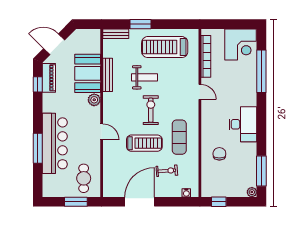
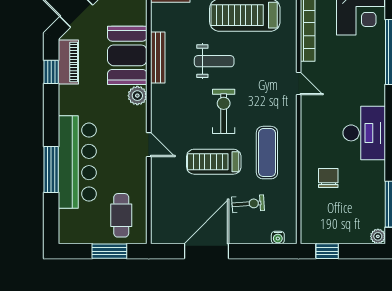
treadmill: (144, 143) -> (214, 162), turned 180

